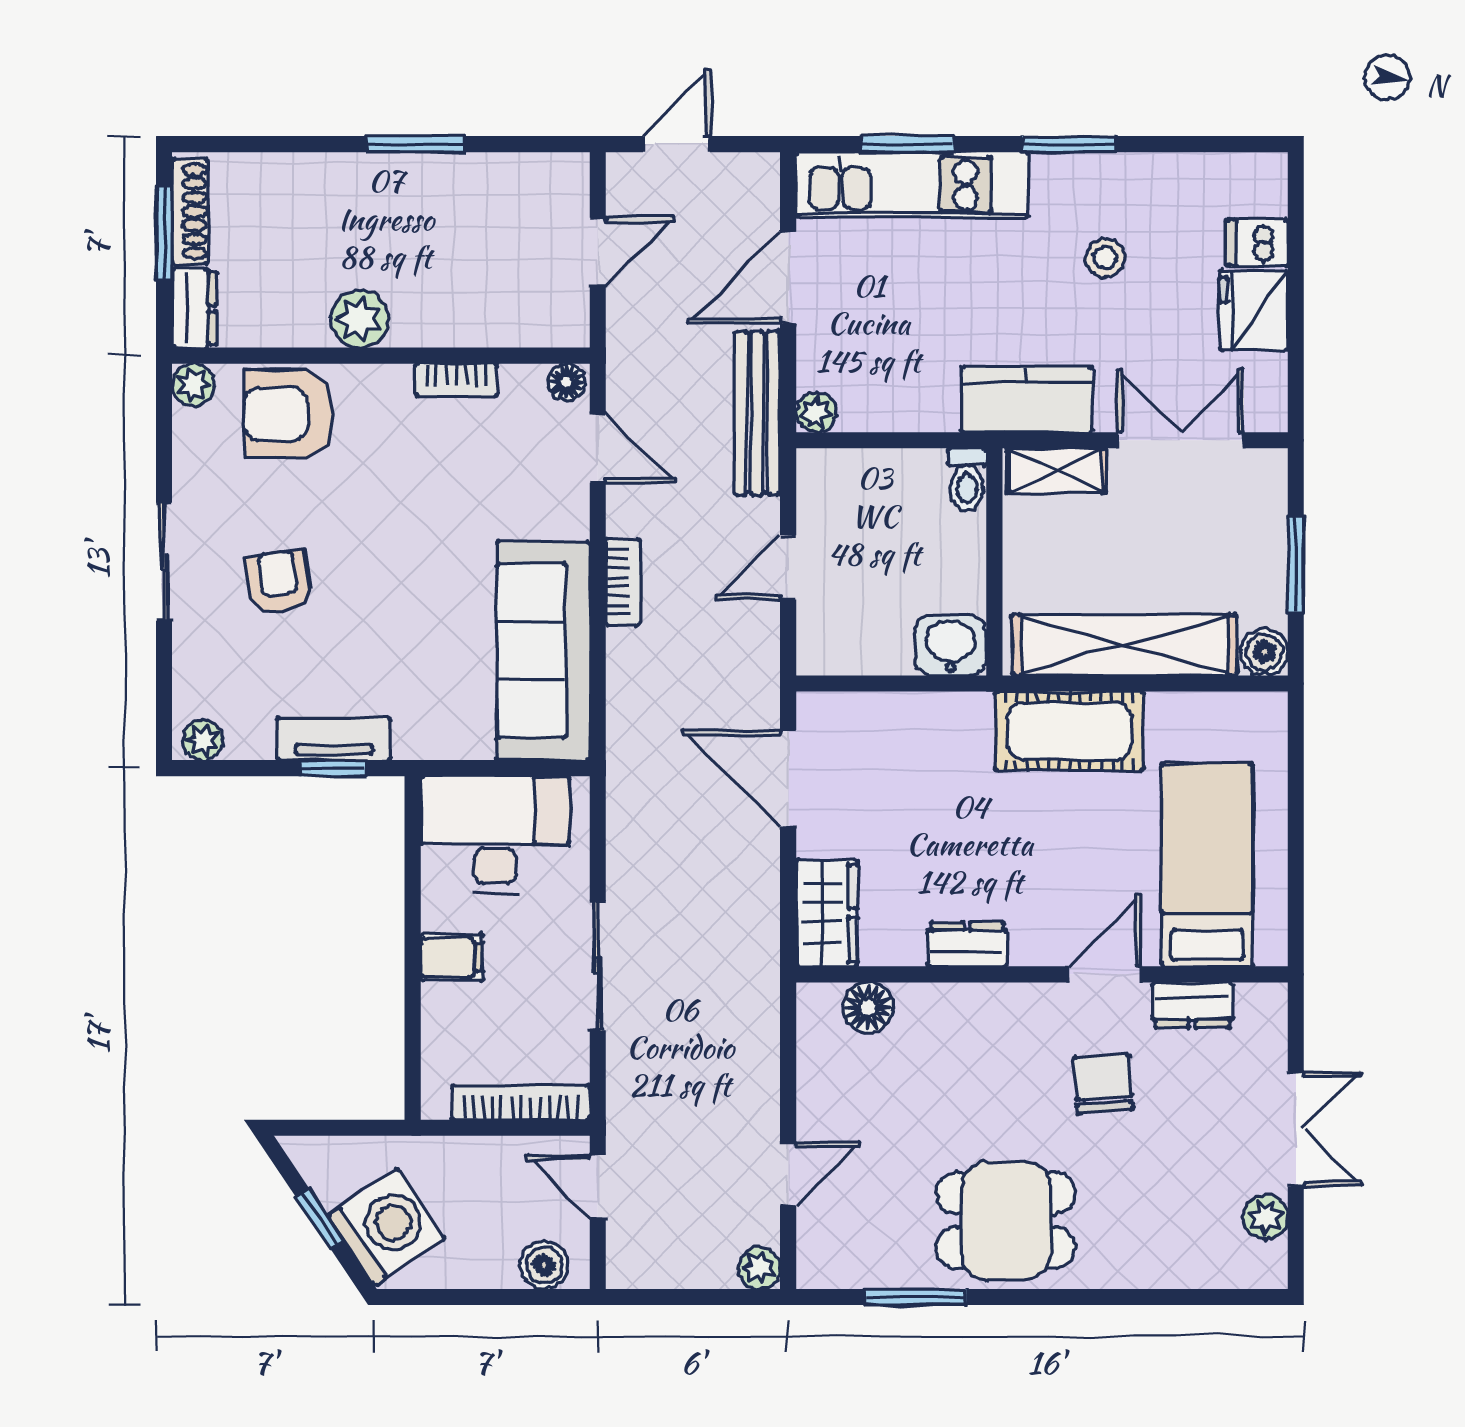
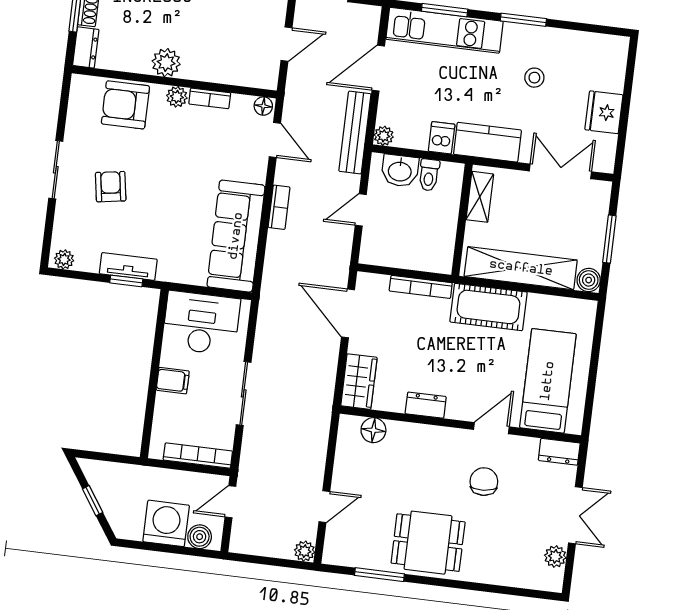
dishwasher: (1257, 243) -> (442, 138), moved, turned 90
plant: (193, 385) -> (177, 97), moved
shelving: (1056, 471) -> (480, 197), moved, turned 90
toilet: (967, 480) -> (429, 175), moved
washbasin: (950, 645) -> (400, 171), moved, turned 180
bookcase: (928, 708) -> (421, 287), added
dresser: (1192, 1005) -> (559, 452), moved
door: (598, 1187) -> (230, 502), hinge flipped
washing machine: (386, 1227) -> (166, 523), moved, turned -56

